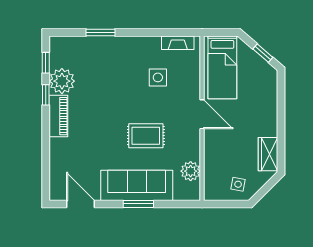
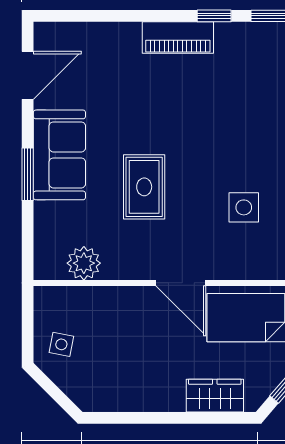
plant: (62, 81) -> (238, 44), removed
door: (202, 114) -> (181, 283), hinge flipped
wardrobe: (268, 154) -> (215, 396), moved
sofa: (137, 185) -> (59, 155), width x0.73

